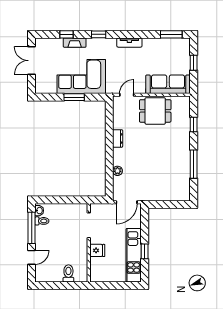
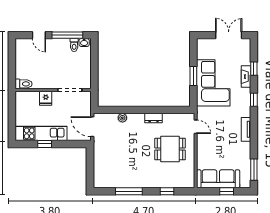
sofa: (168, 84) -> (218, 179), moved, turned -90
dining table: (155, 111) -> (170, 149), moved, turned 90
toilet: (68, 273) -> (24, 84), moved

